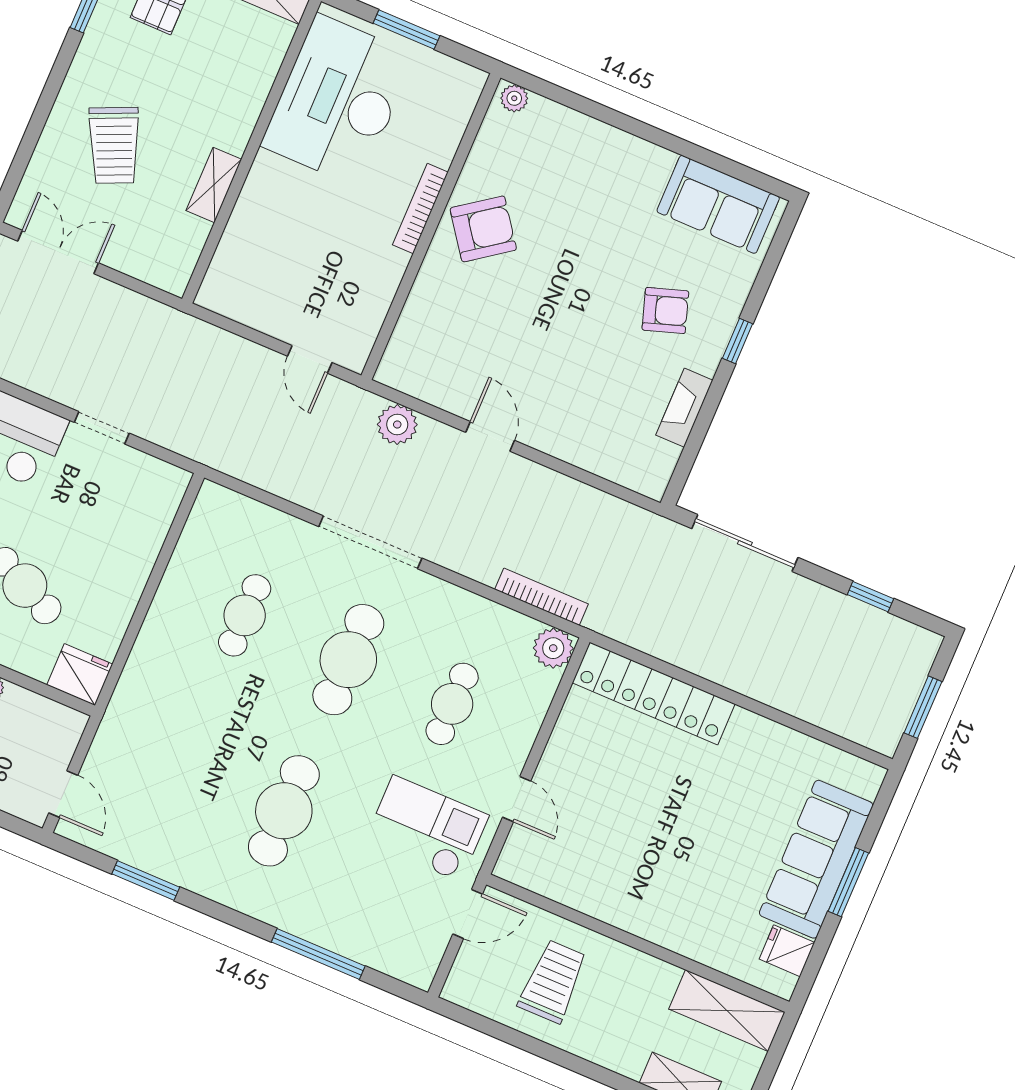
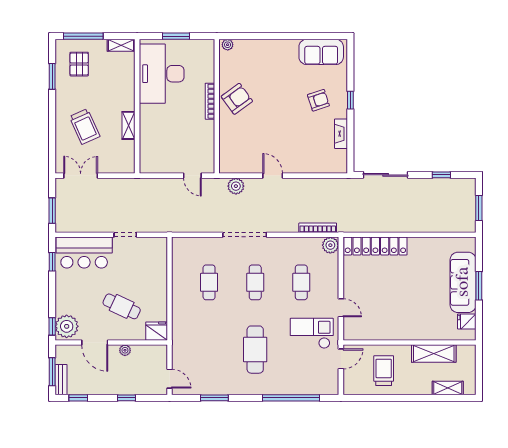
cafe table: (348, 660) -> (255, 282), width x0.73, depth x0.74
window: (318, 954) -> (291, 398), width x1.46
shelving: (727, 1011) -> (434, 354), moved

